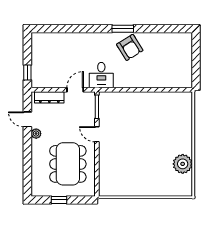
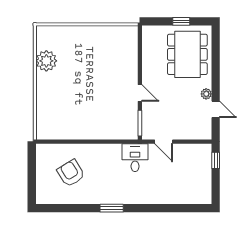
armchair: (130, 47) -> (71, 173), moved
door: (75, 90) -> (164, 142), hinge flipped
dresser: (49, 97) -> (192, 133), removed
dining table: (68, 164) -> (187, 54), moved

